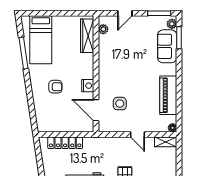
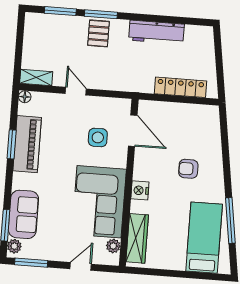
corner sofa: (115, 59) -> (99, 202), added
nightstand: (88, 86) -> (140, 190), moved
window: (179, 94) -> (12, 144), added

